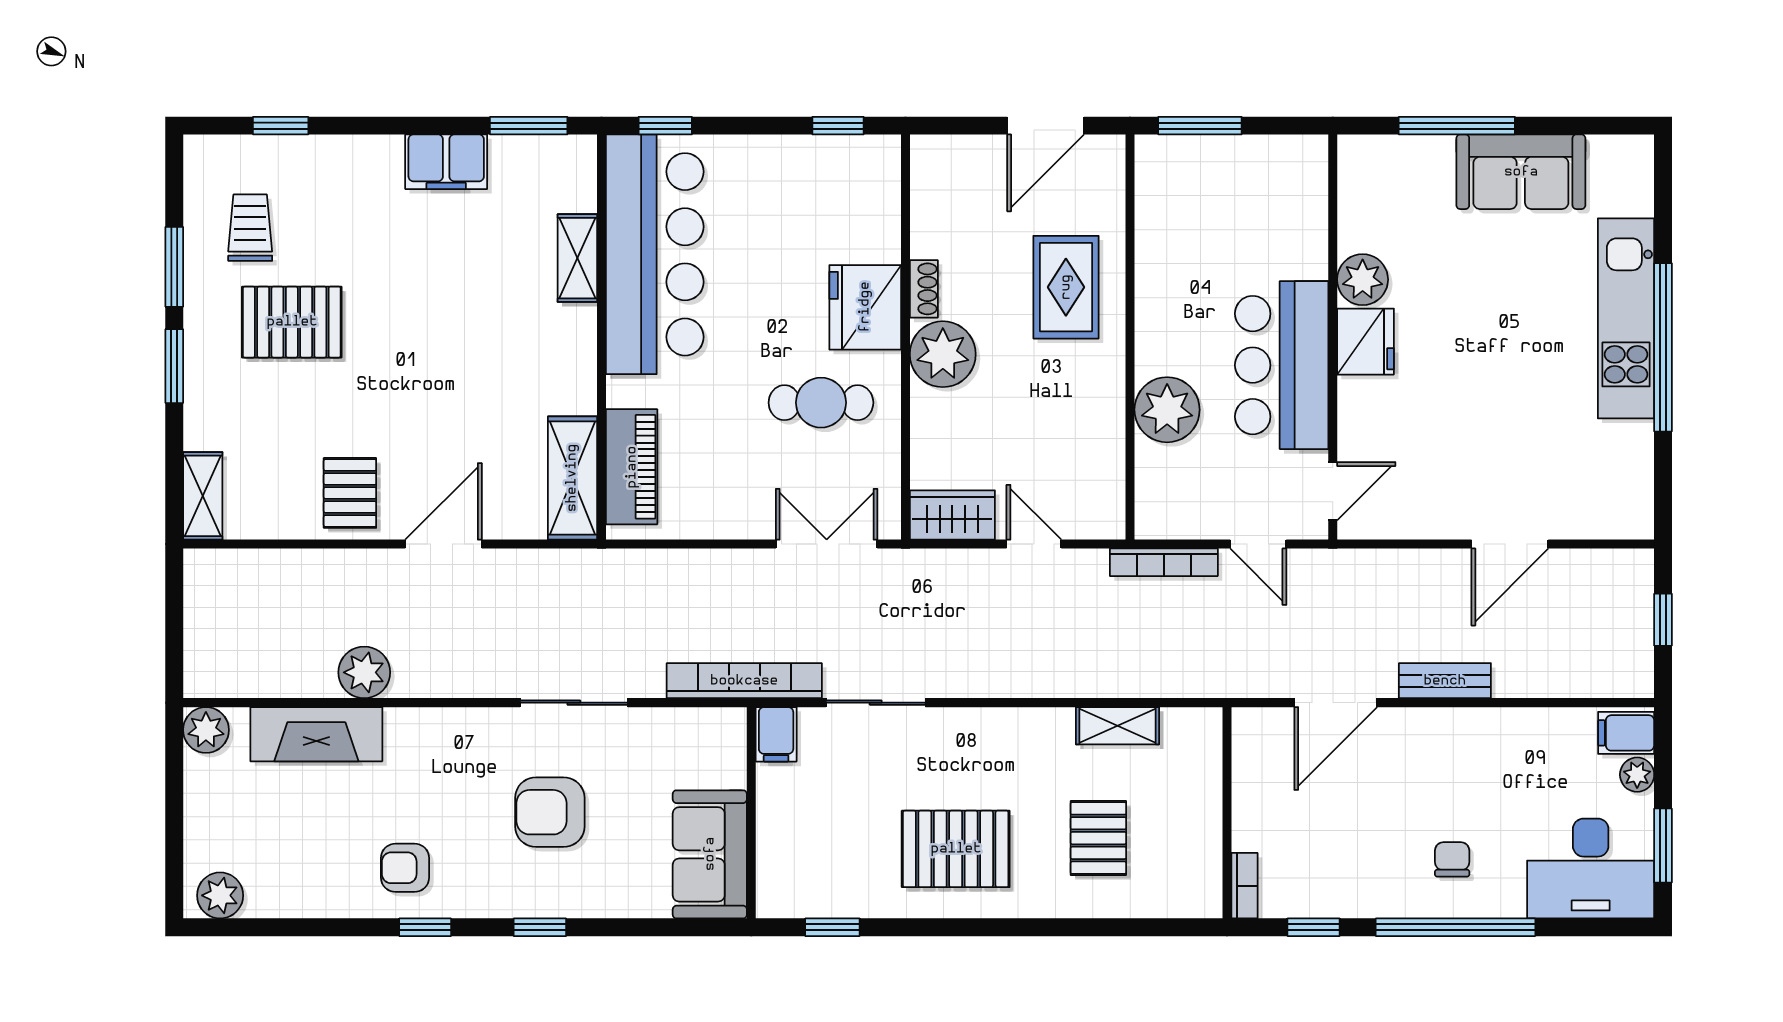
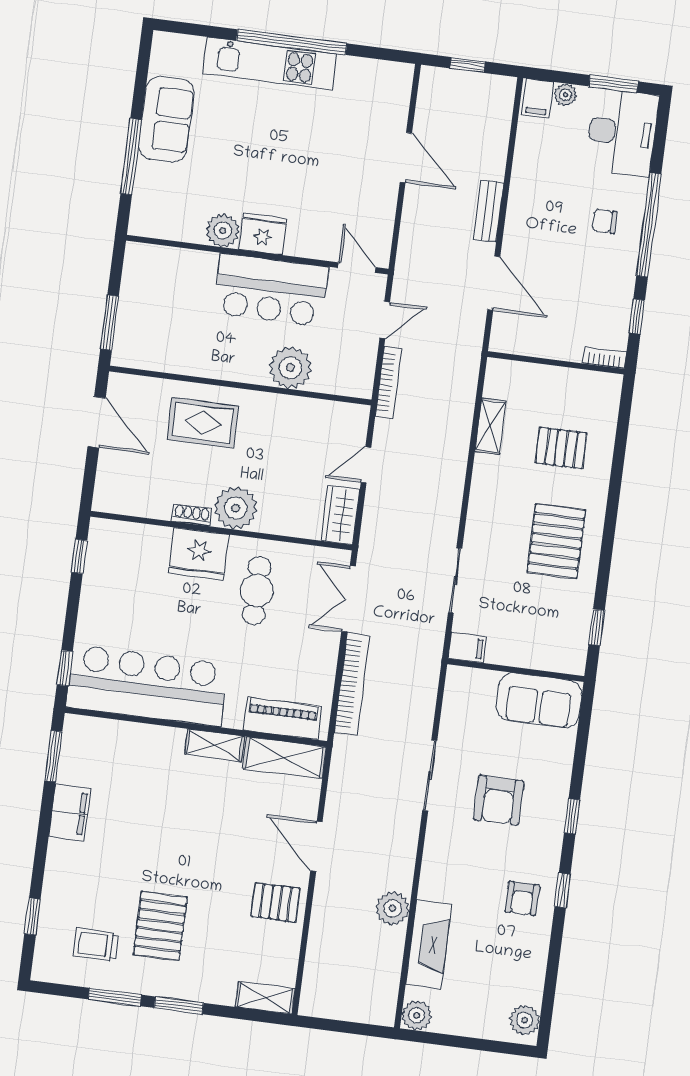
shelving: (577, 258) -> (215, 745), moved
bookcase: (744, 681) -> (352, 684), moved, turned 180

